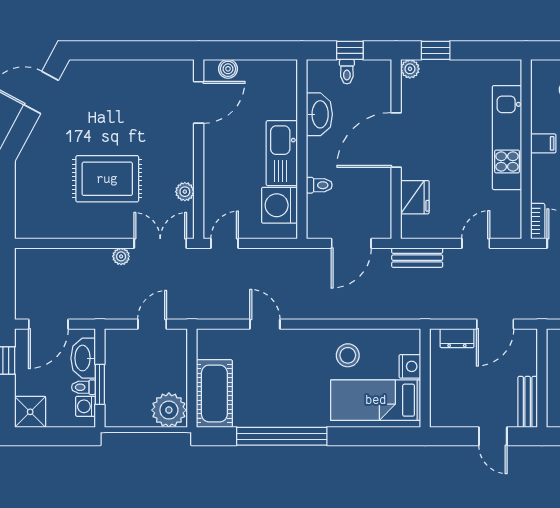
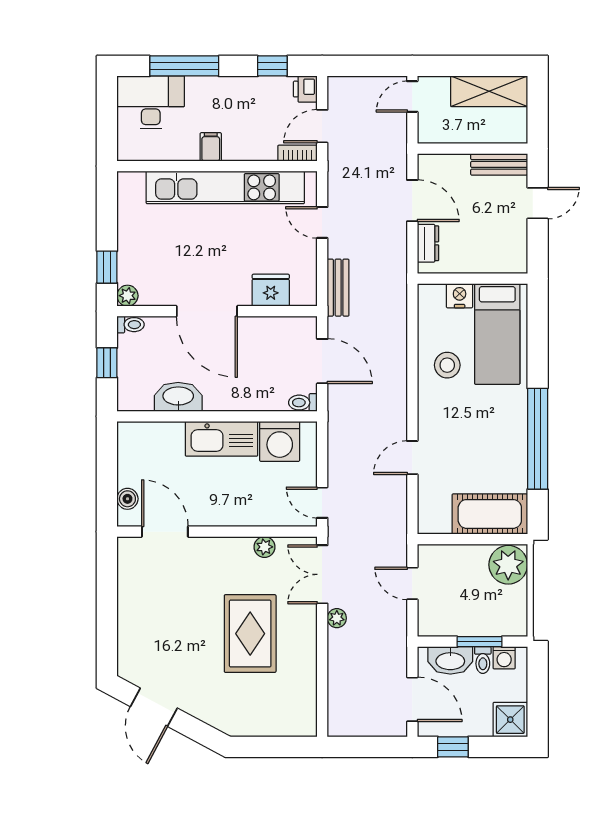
toilet: (347, 72) -> (131, 325), moved
kitchen unit: (507, 138) -> (225, 187), width x1.36
toilet: (319, 185) -> (303, 403), moved, turned -90

